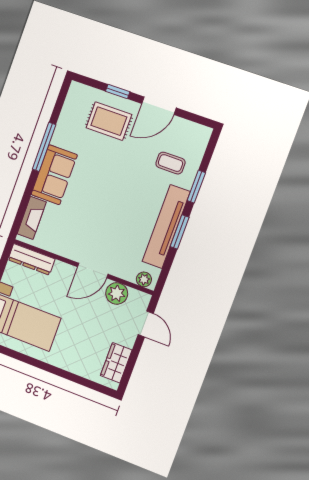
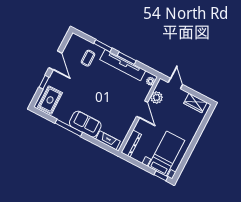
rug: (109, 121) -> (50, 100), moved
door: (146, 324) -> (175, 83), hinge flipped

